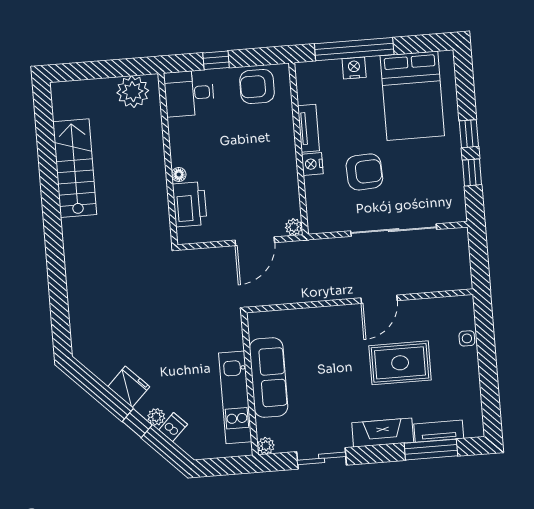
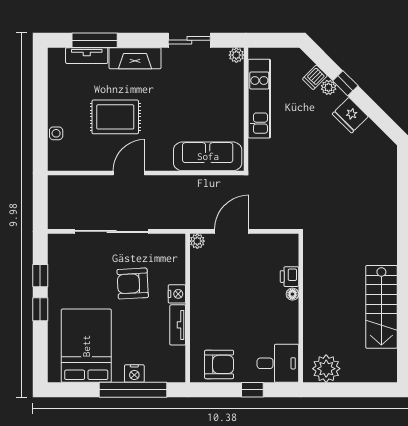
printer: (190, 204) -> (289, 277), width x0.53, depth x0.68
sofa: (268, 378) -> (208, 156), moved, turned 90

